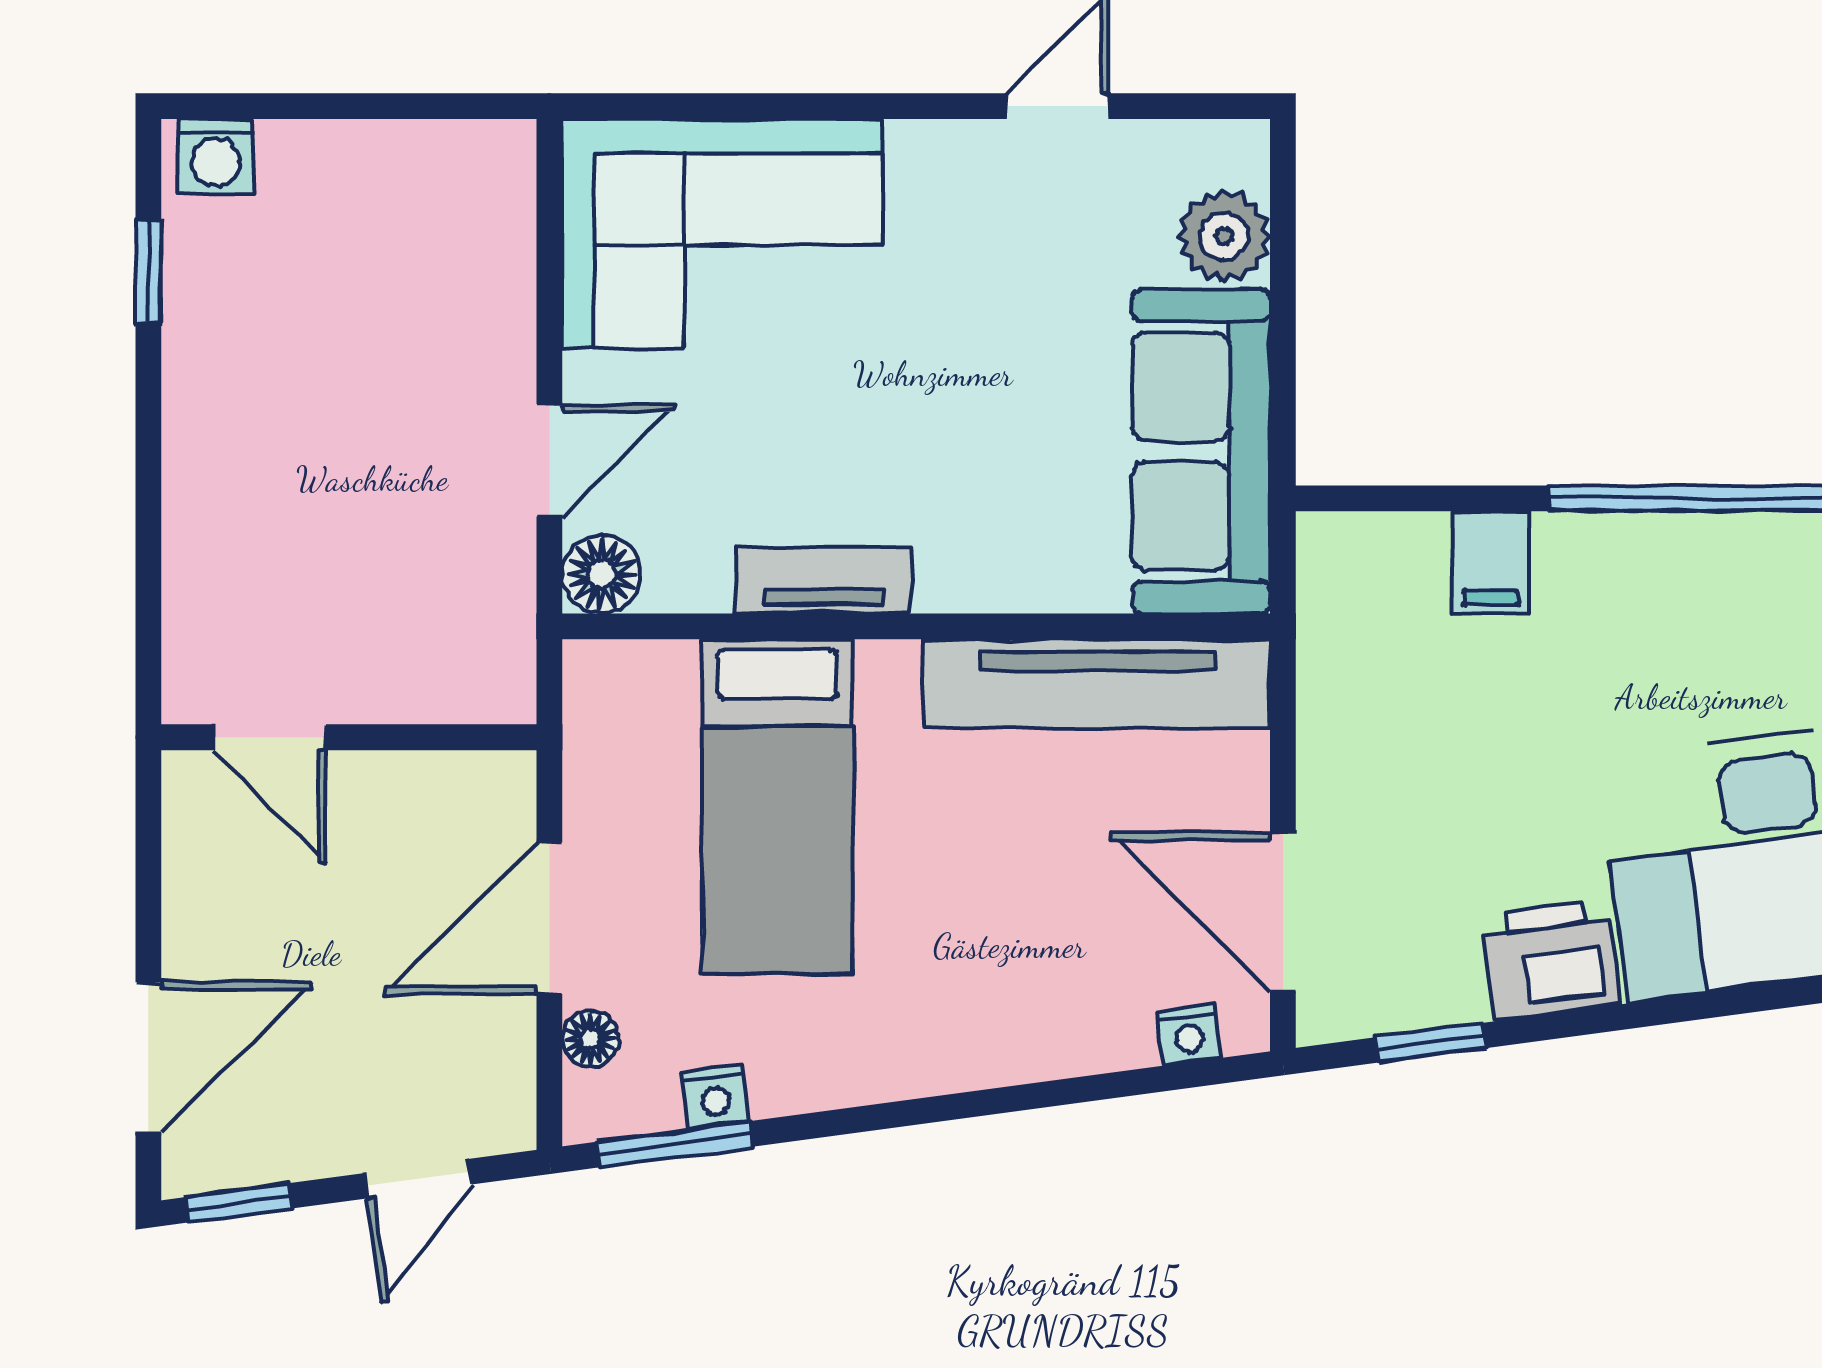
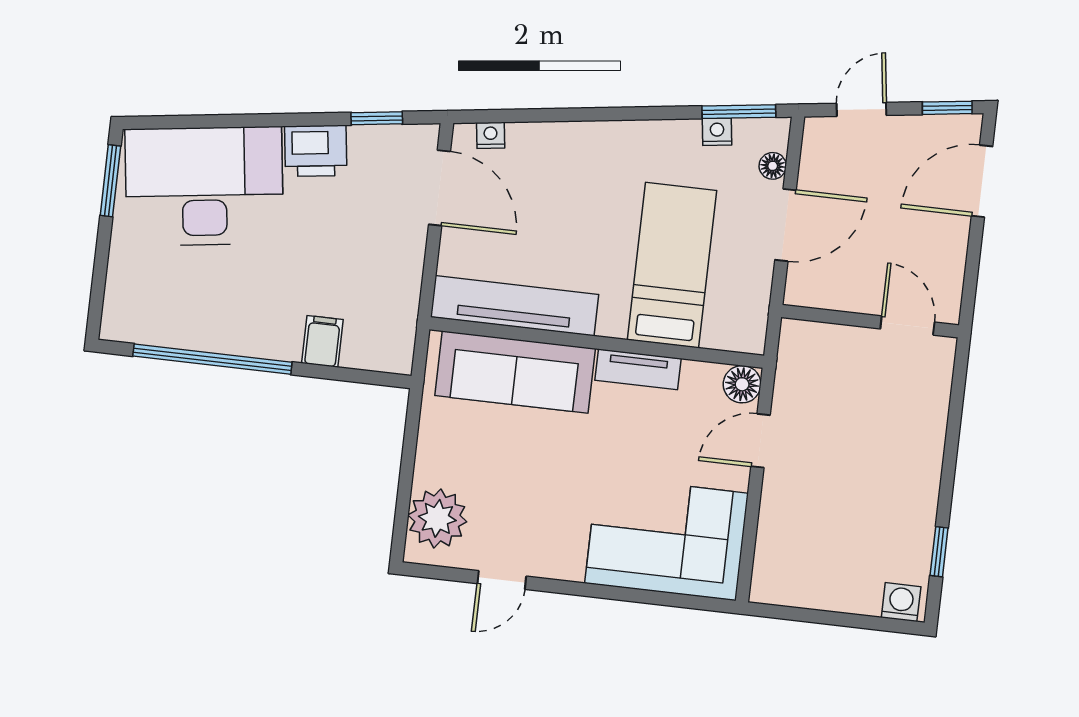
plant: (1224, 236) -> (437, 518), width x1.36, depth x1.36
sofa: (1201, 451) -> (515, 372), moved, turned 90

